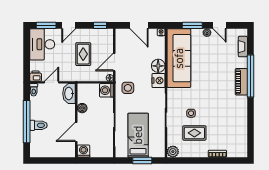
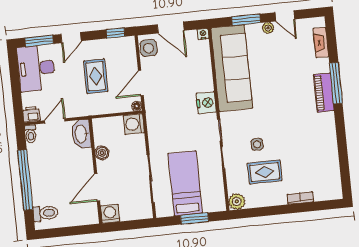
floor lamp: (158, 66) -> (204, 82), removed
window: (250, 76) -> (336, 83), width x0.68
side table: (128, 88) -> (149, 48), moved
toilet: (38, 125) -> (46, 213), moved

